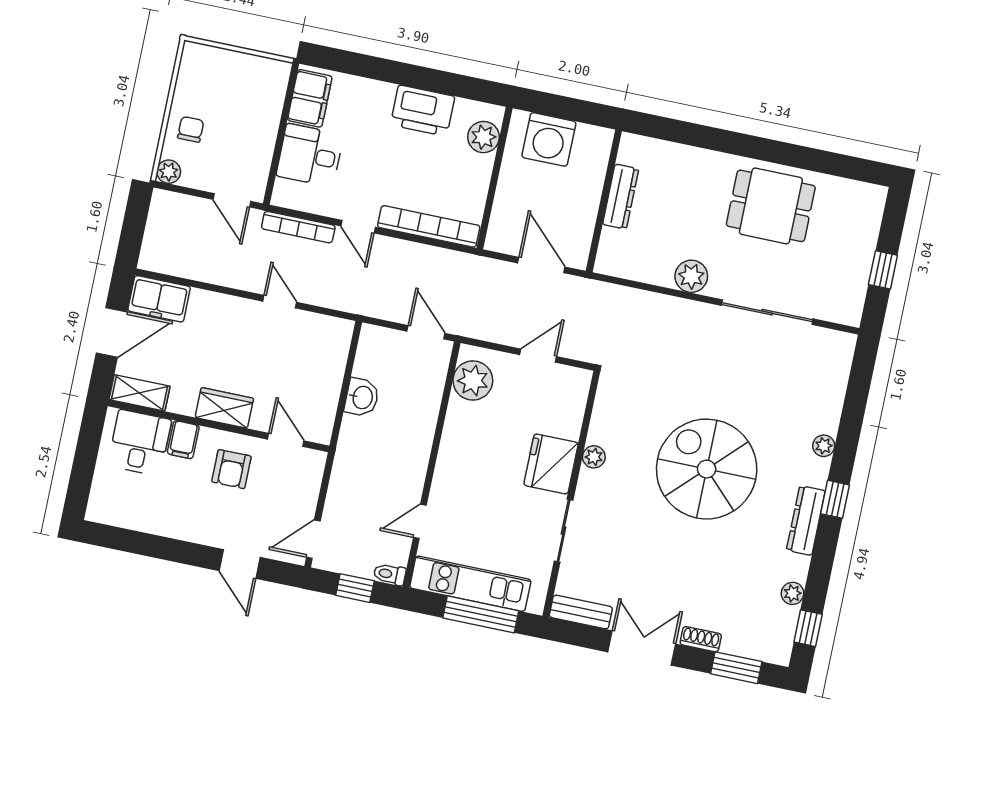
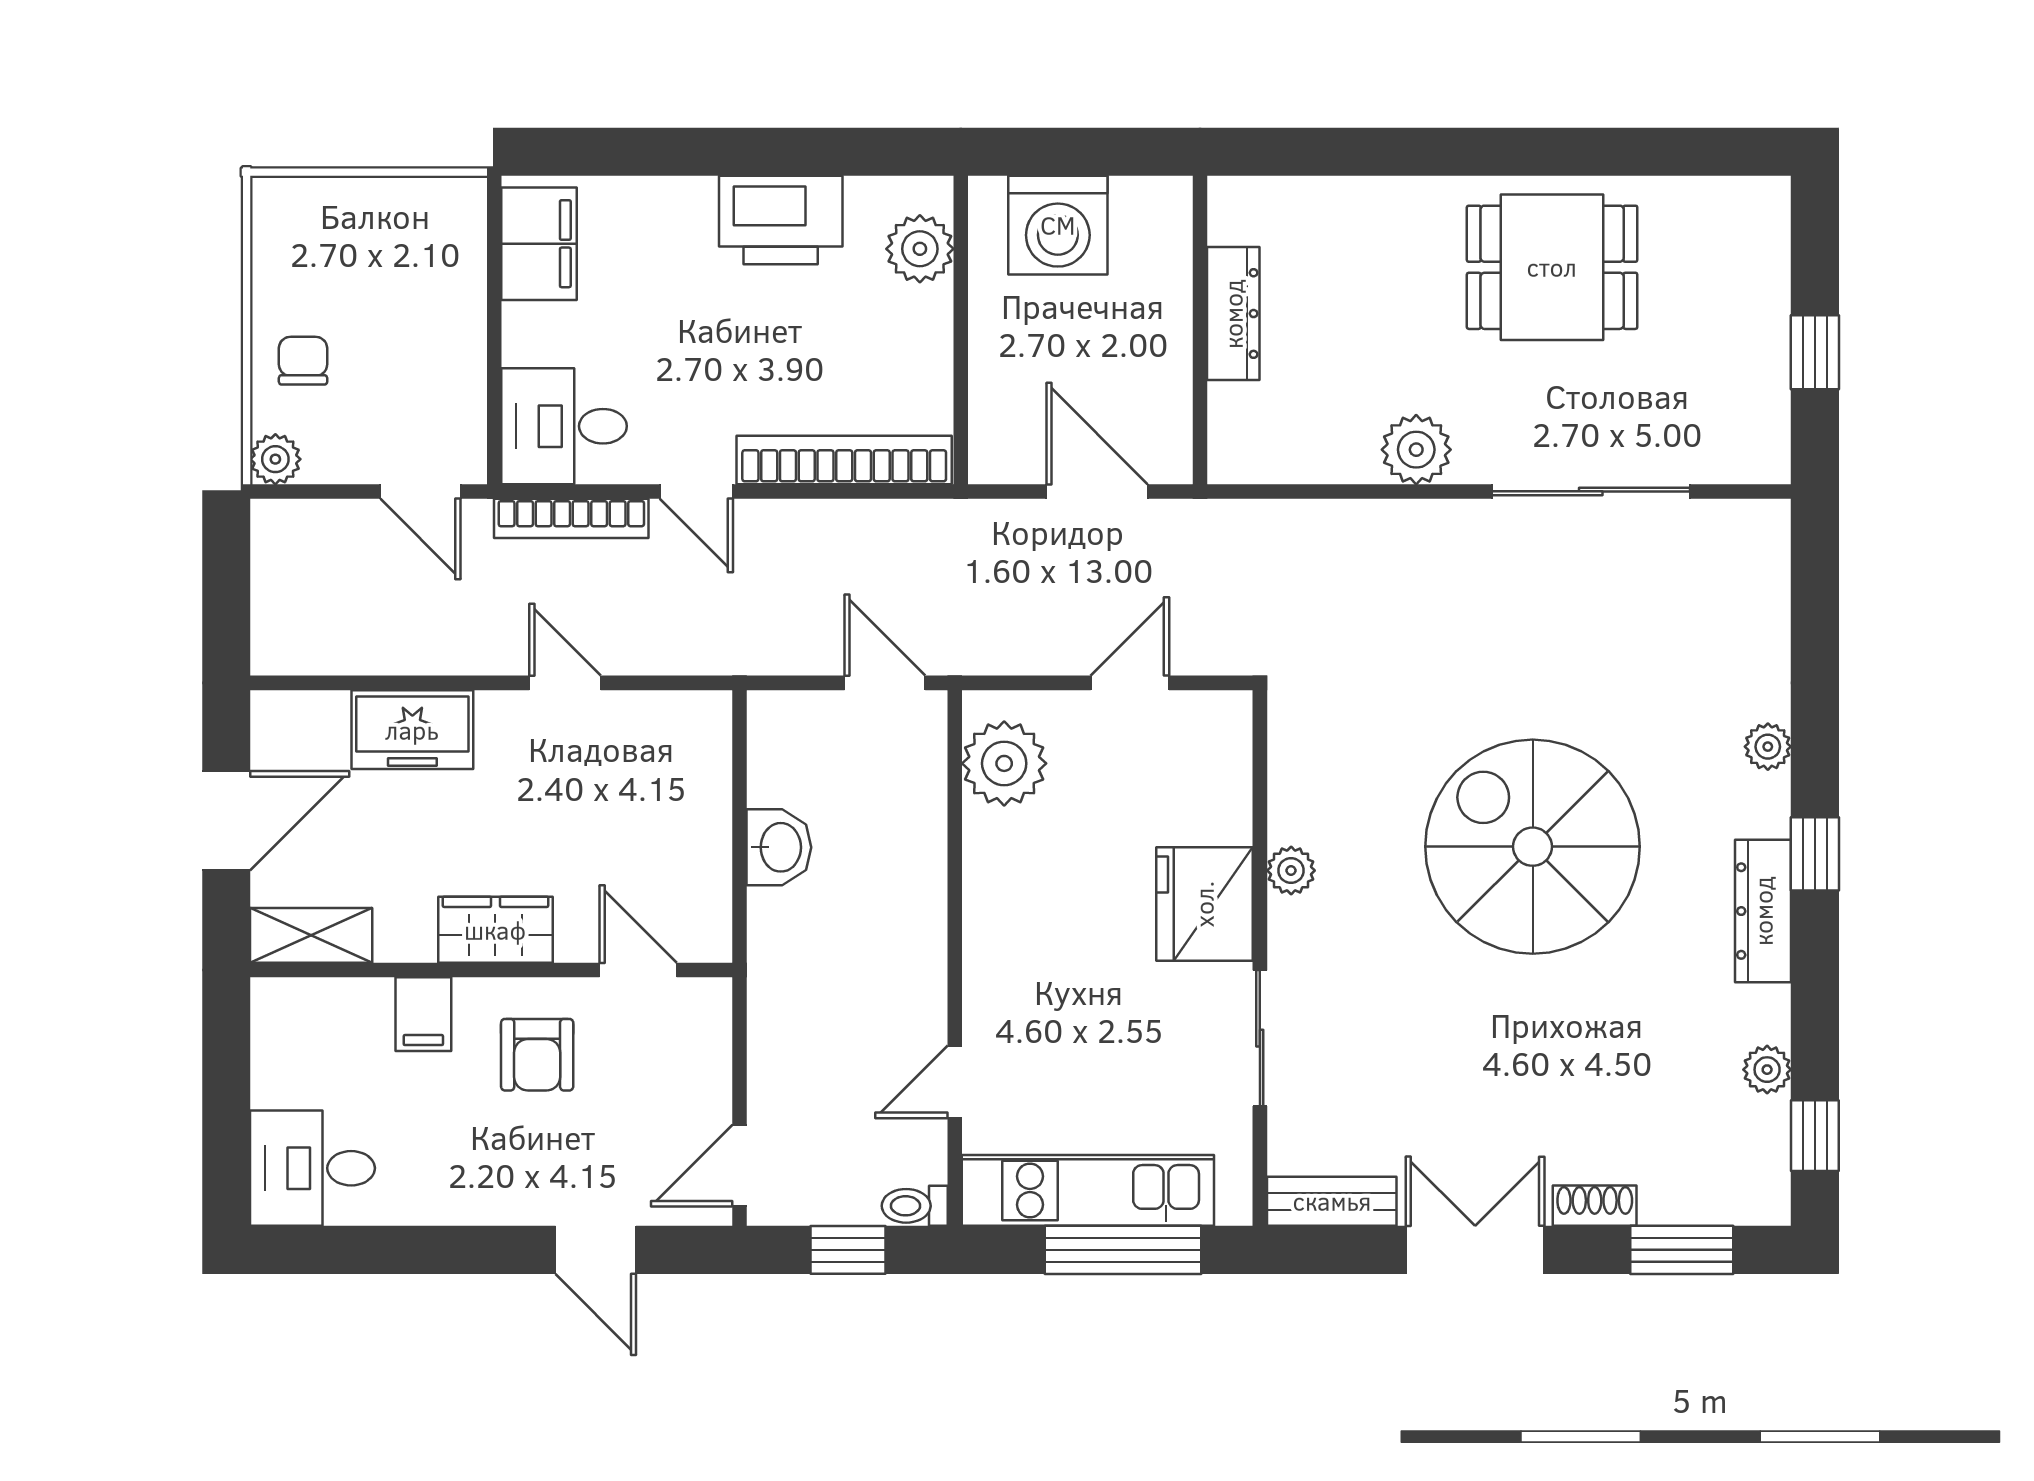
desk: (310, 155) -> (564, 426), moved
freezer: (159, 299) -> (412, 730), moved
desk: (140, 443) -> (312, 1168), moved, turned -90

